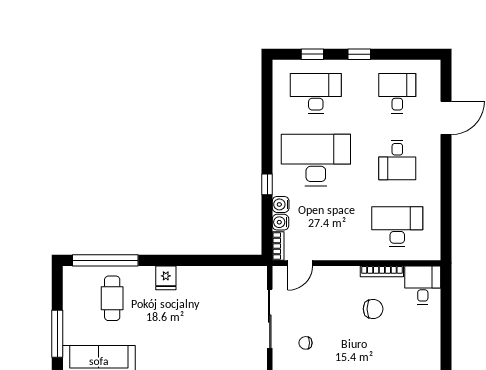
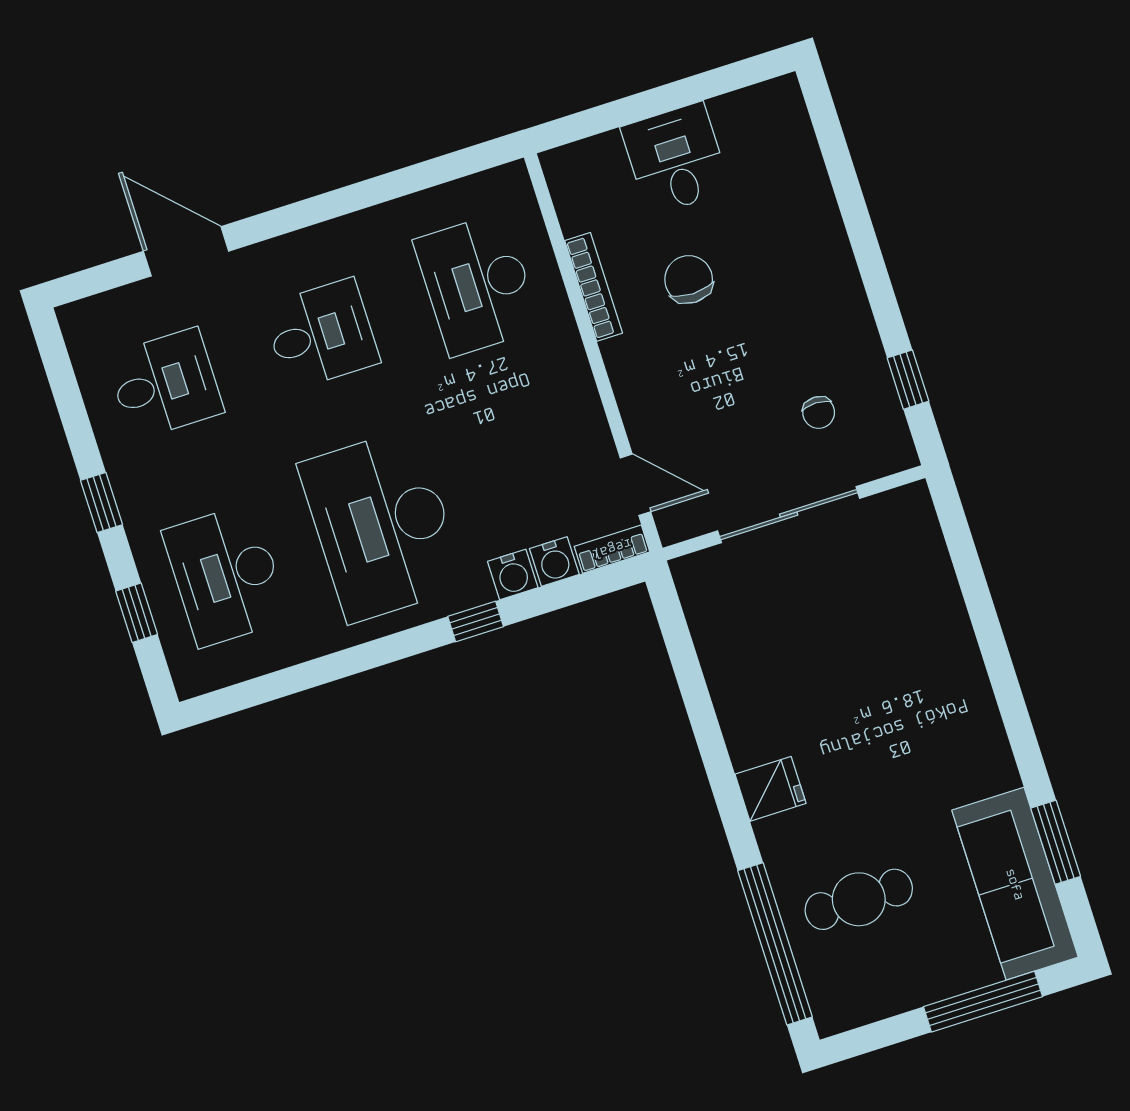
desk: (397, 93) -> (165, 384), turned 180
desk: (423, 285) -> (676, 159), moved, turned 90

